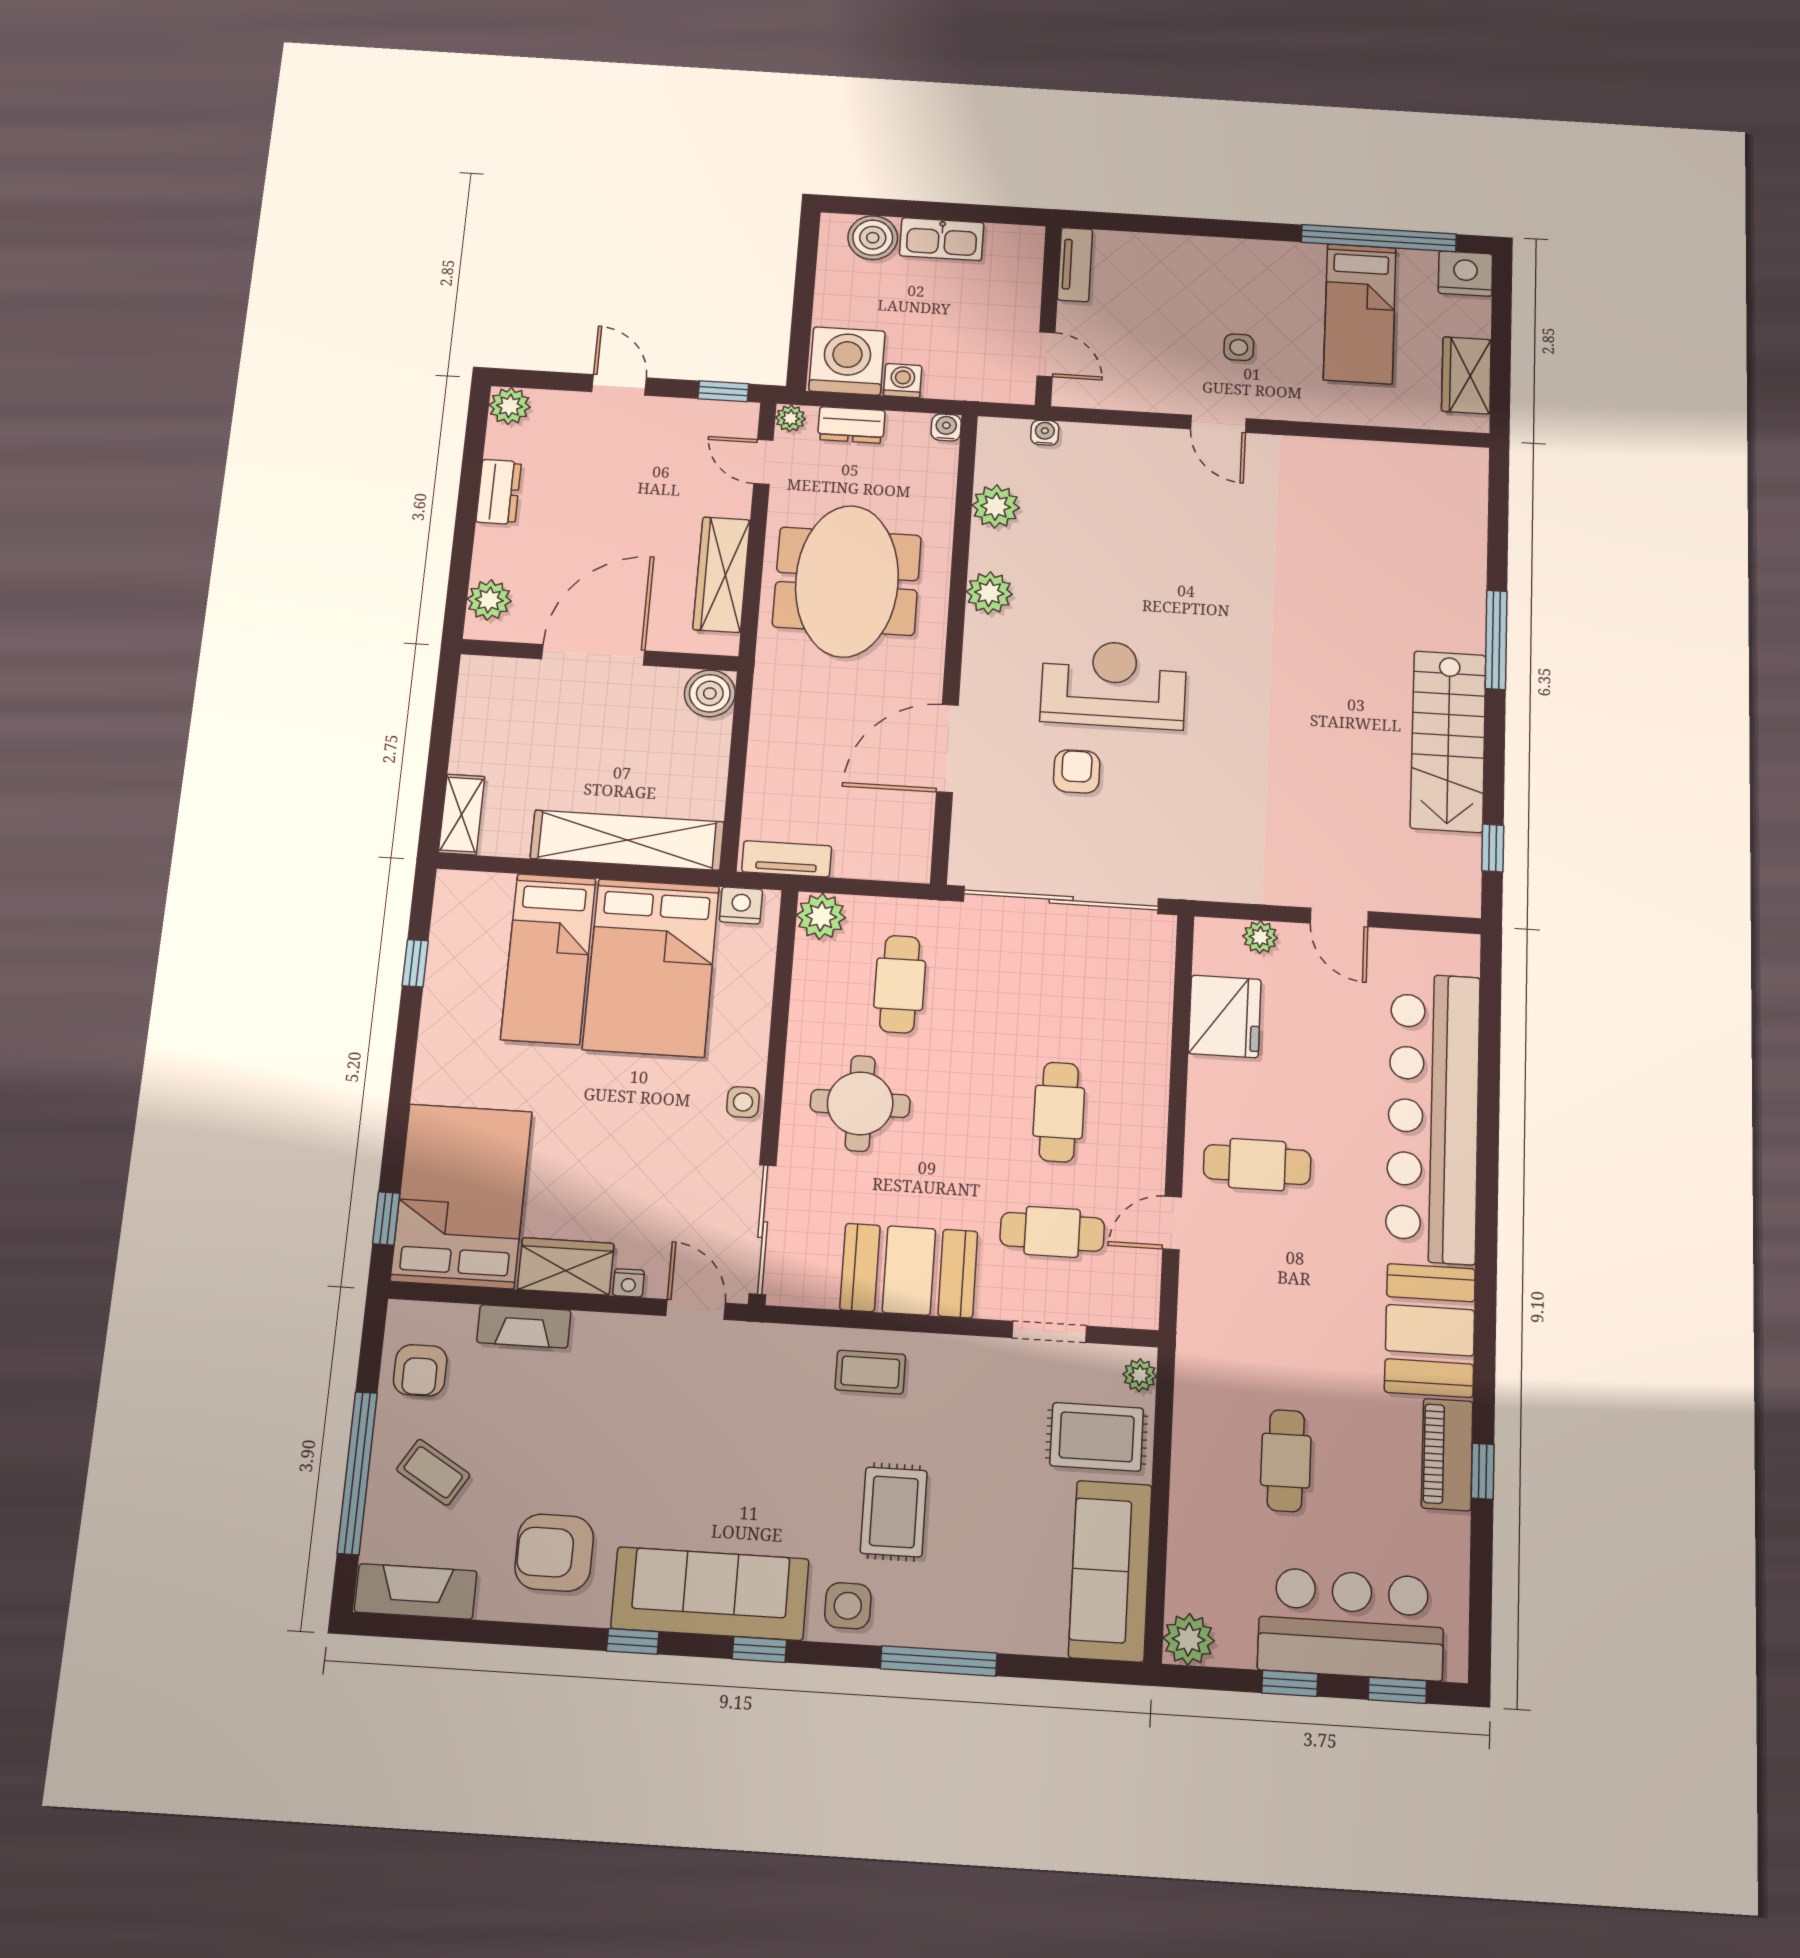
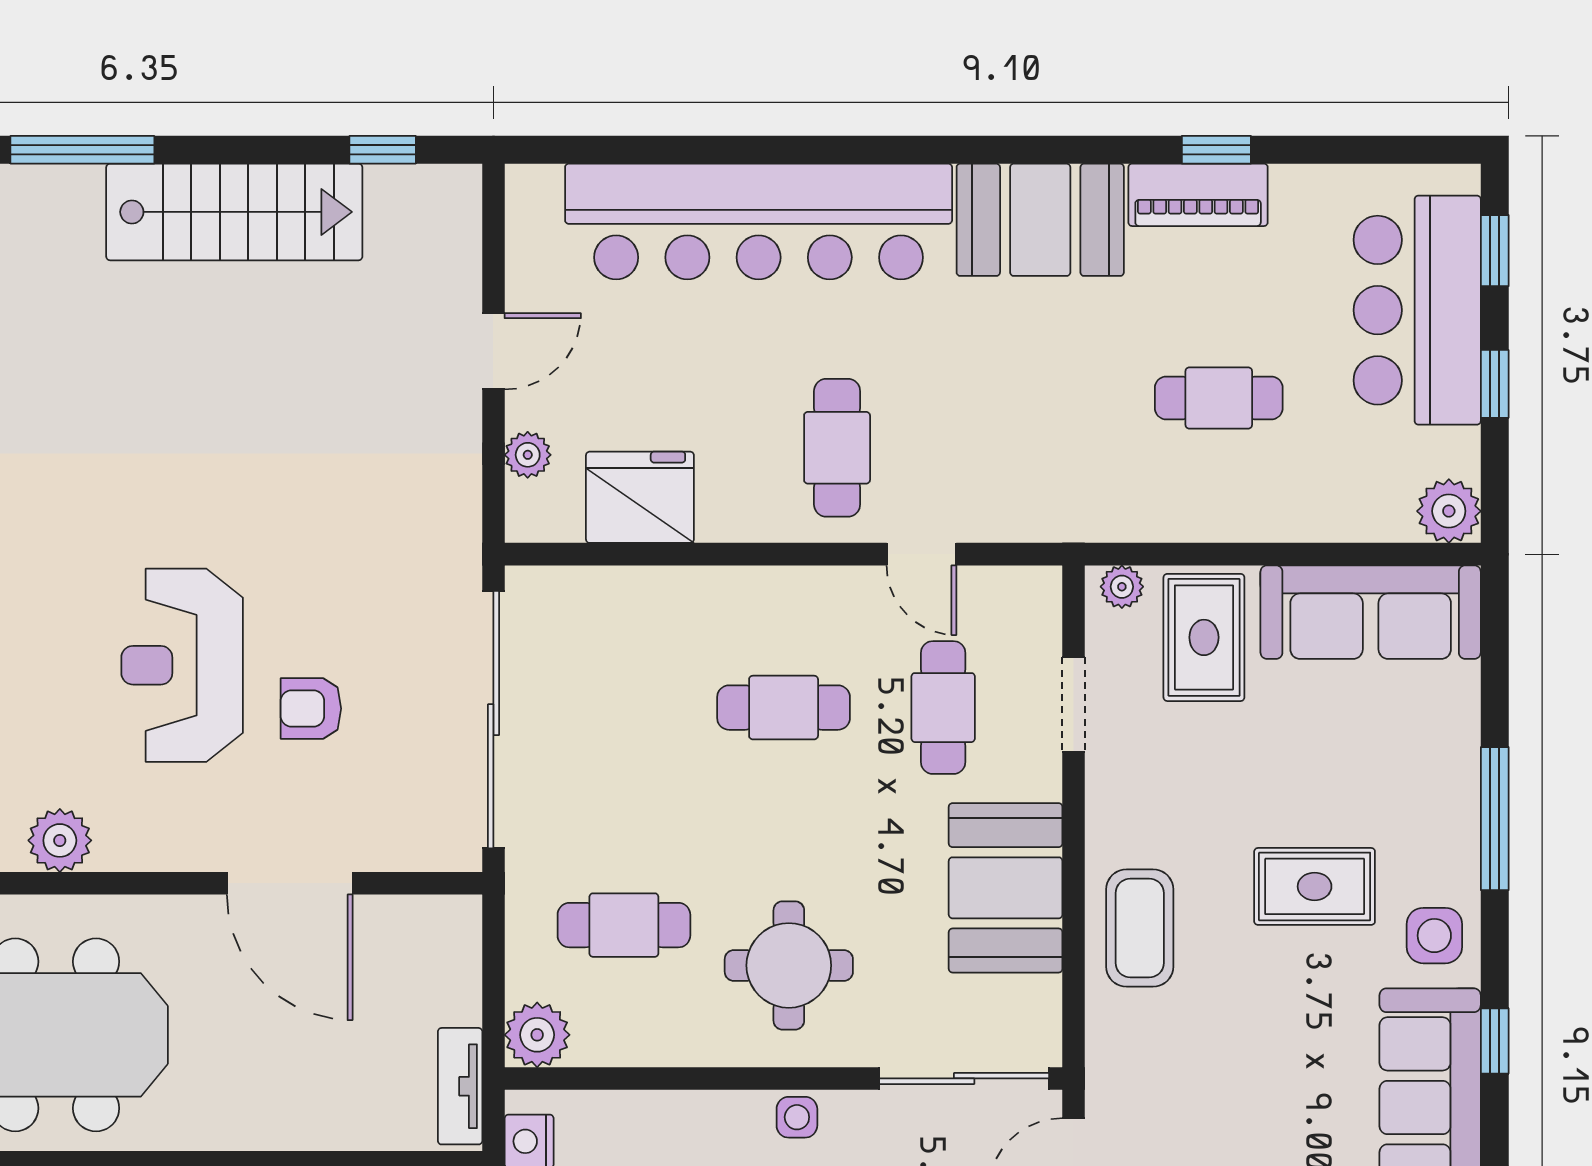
coffee table: (870, 1372) -> (1140, 928), width x1.36, depth x1.30

